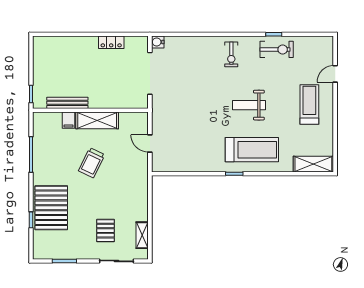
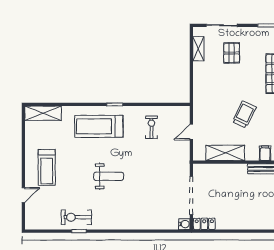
locker: (111, 42) -> (204, 224), moved
exercise bike: (231, 54) -> (151, 127), moved
weight bench: (249, 105) -> (109, 176), moved
shelving: (97, 120) -> (225, 153), moved
door: (150, 143) -> (191, 132), swing flipped

